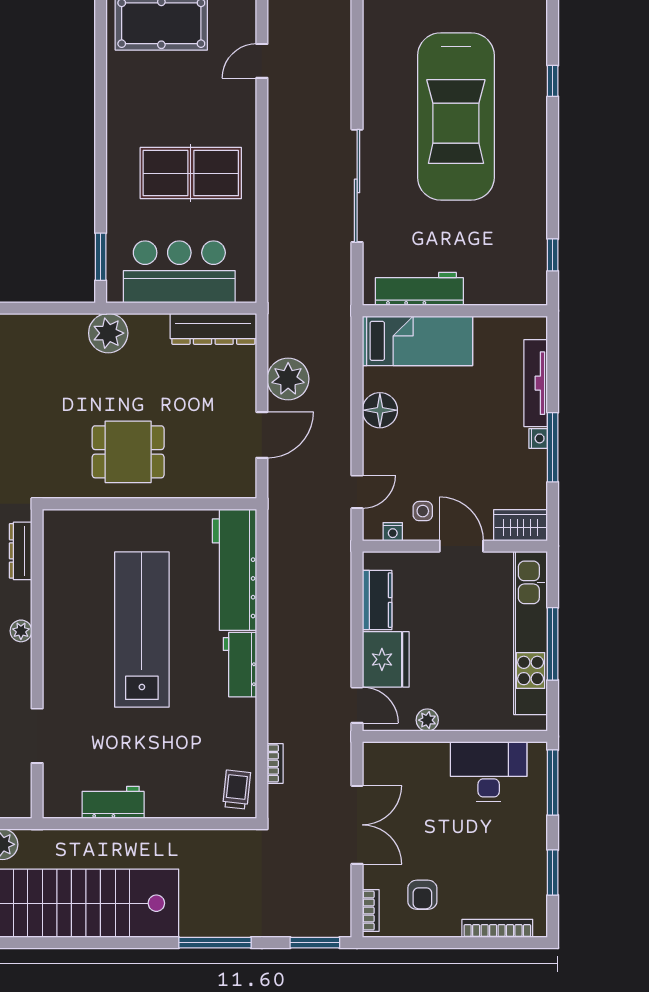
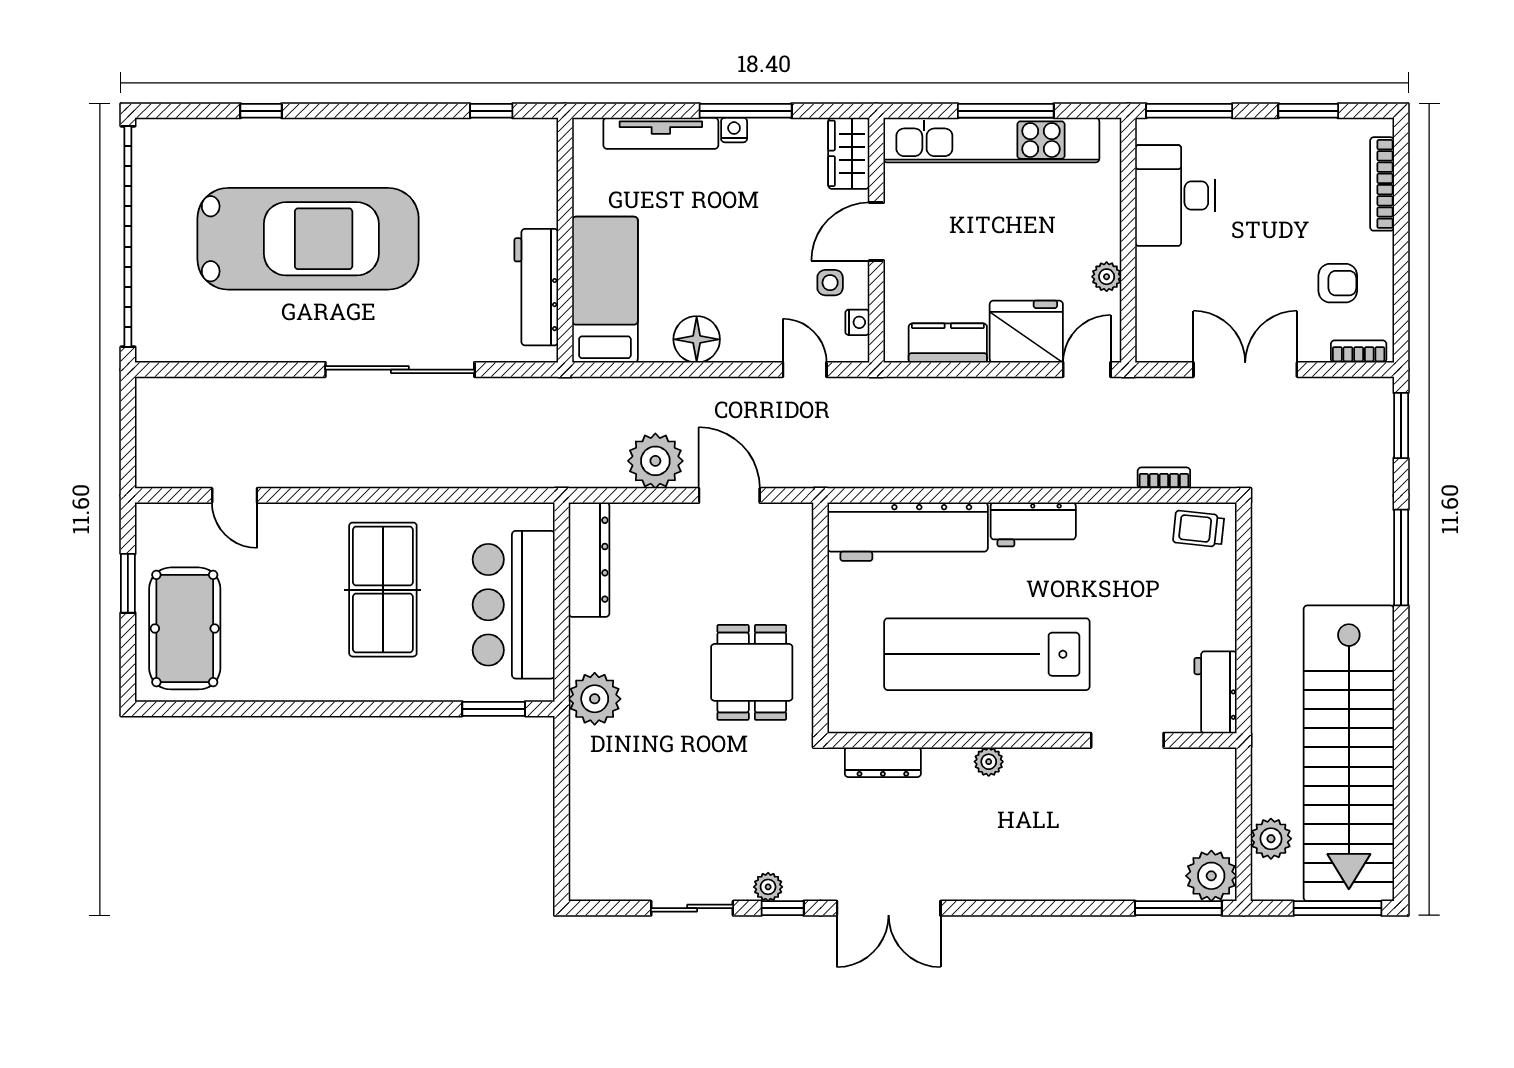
dresser: (21, 551) -> (883, 762), moved
plant: (21, 631) -> (989, 762), moved
wall: (37, 664) -> (1032, 740), moved
doorway: (37, 736) -> (1127, 740), moved

